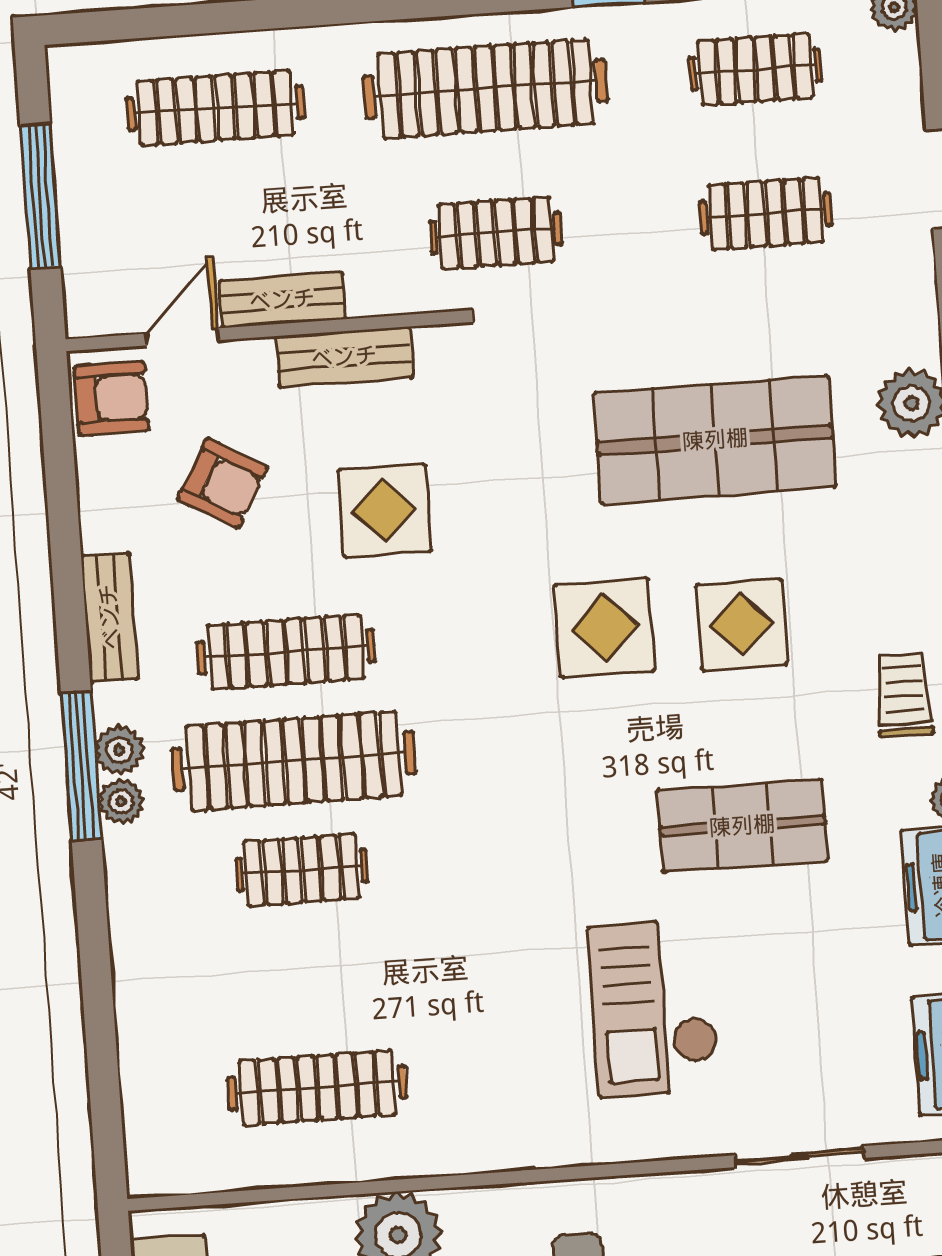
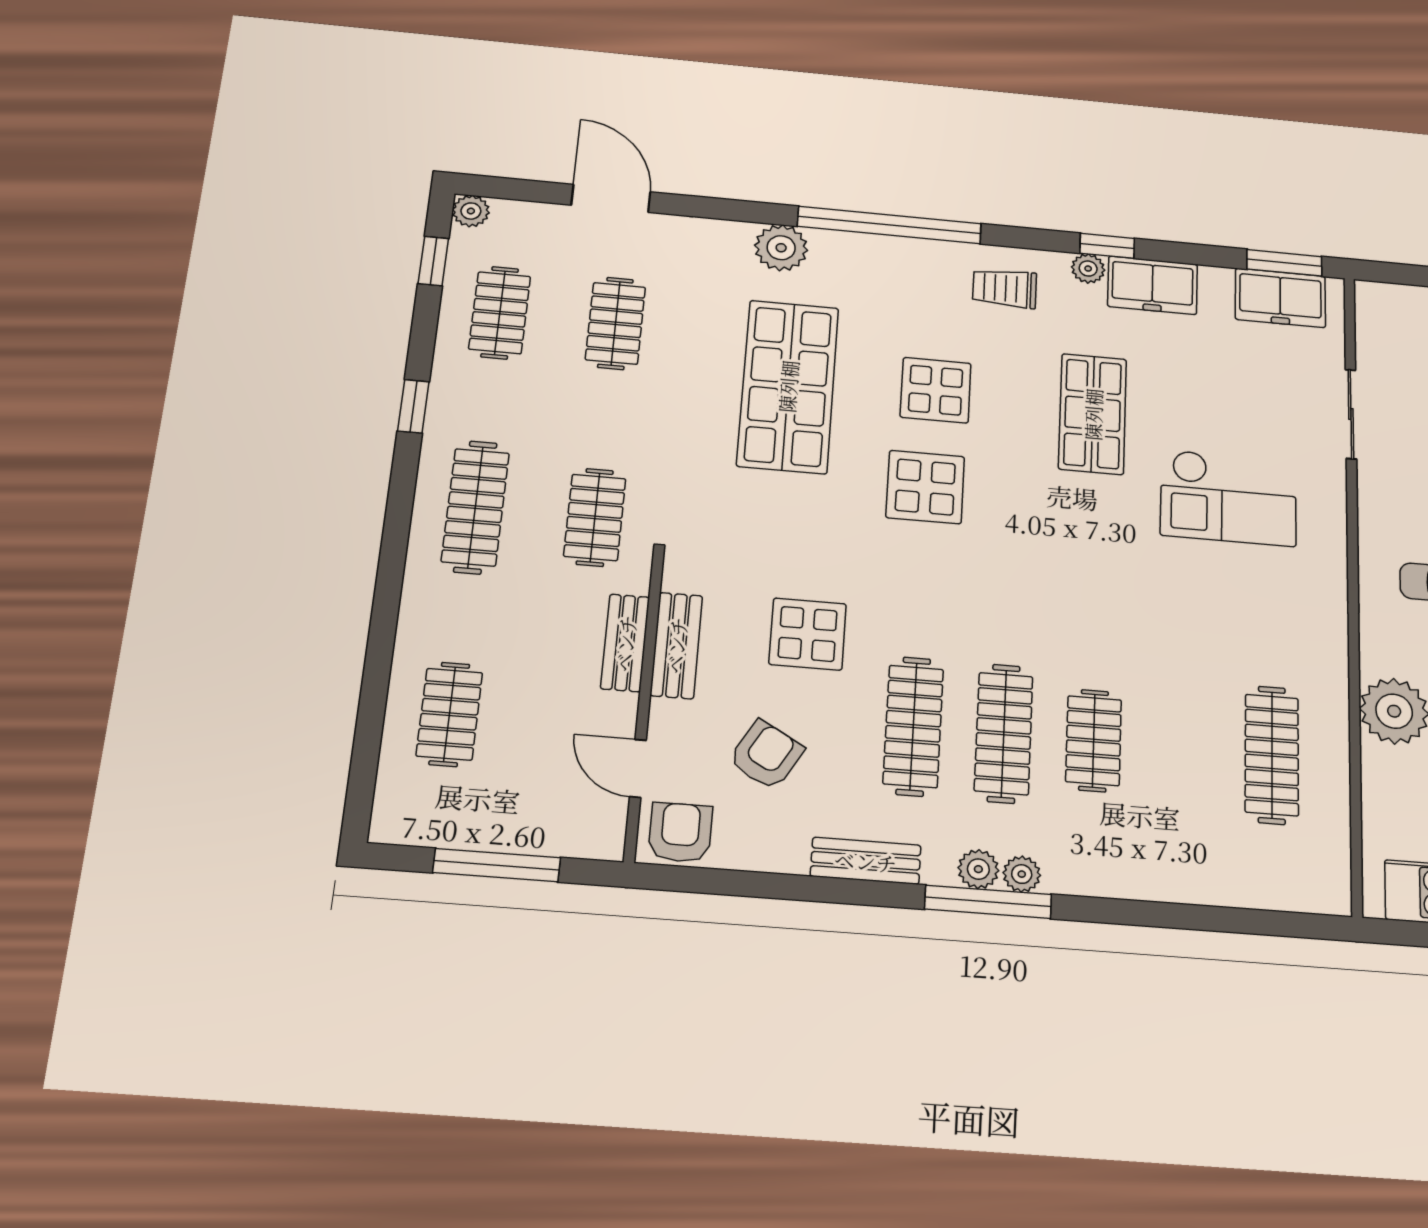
clothes rail: (485, 89) -> (475, 507), width x0.73, depth x0.76
clothes rail: (215, 108) -> (449, 714), width x0.73
bench: (282, 300) -> (625, 643), moved
clothes rail: (294, 761) -> (1004, 733), width x0.73, depth x0.76

